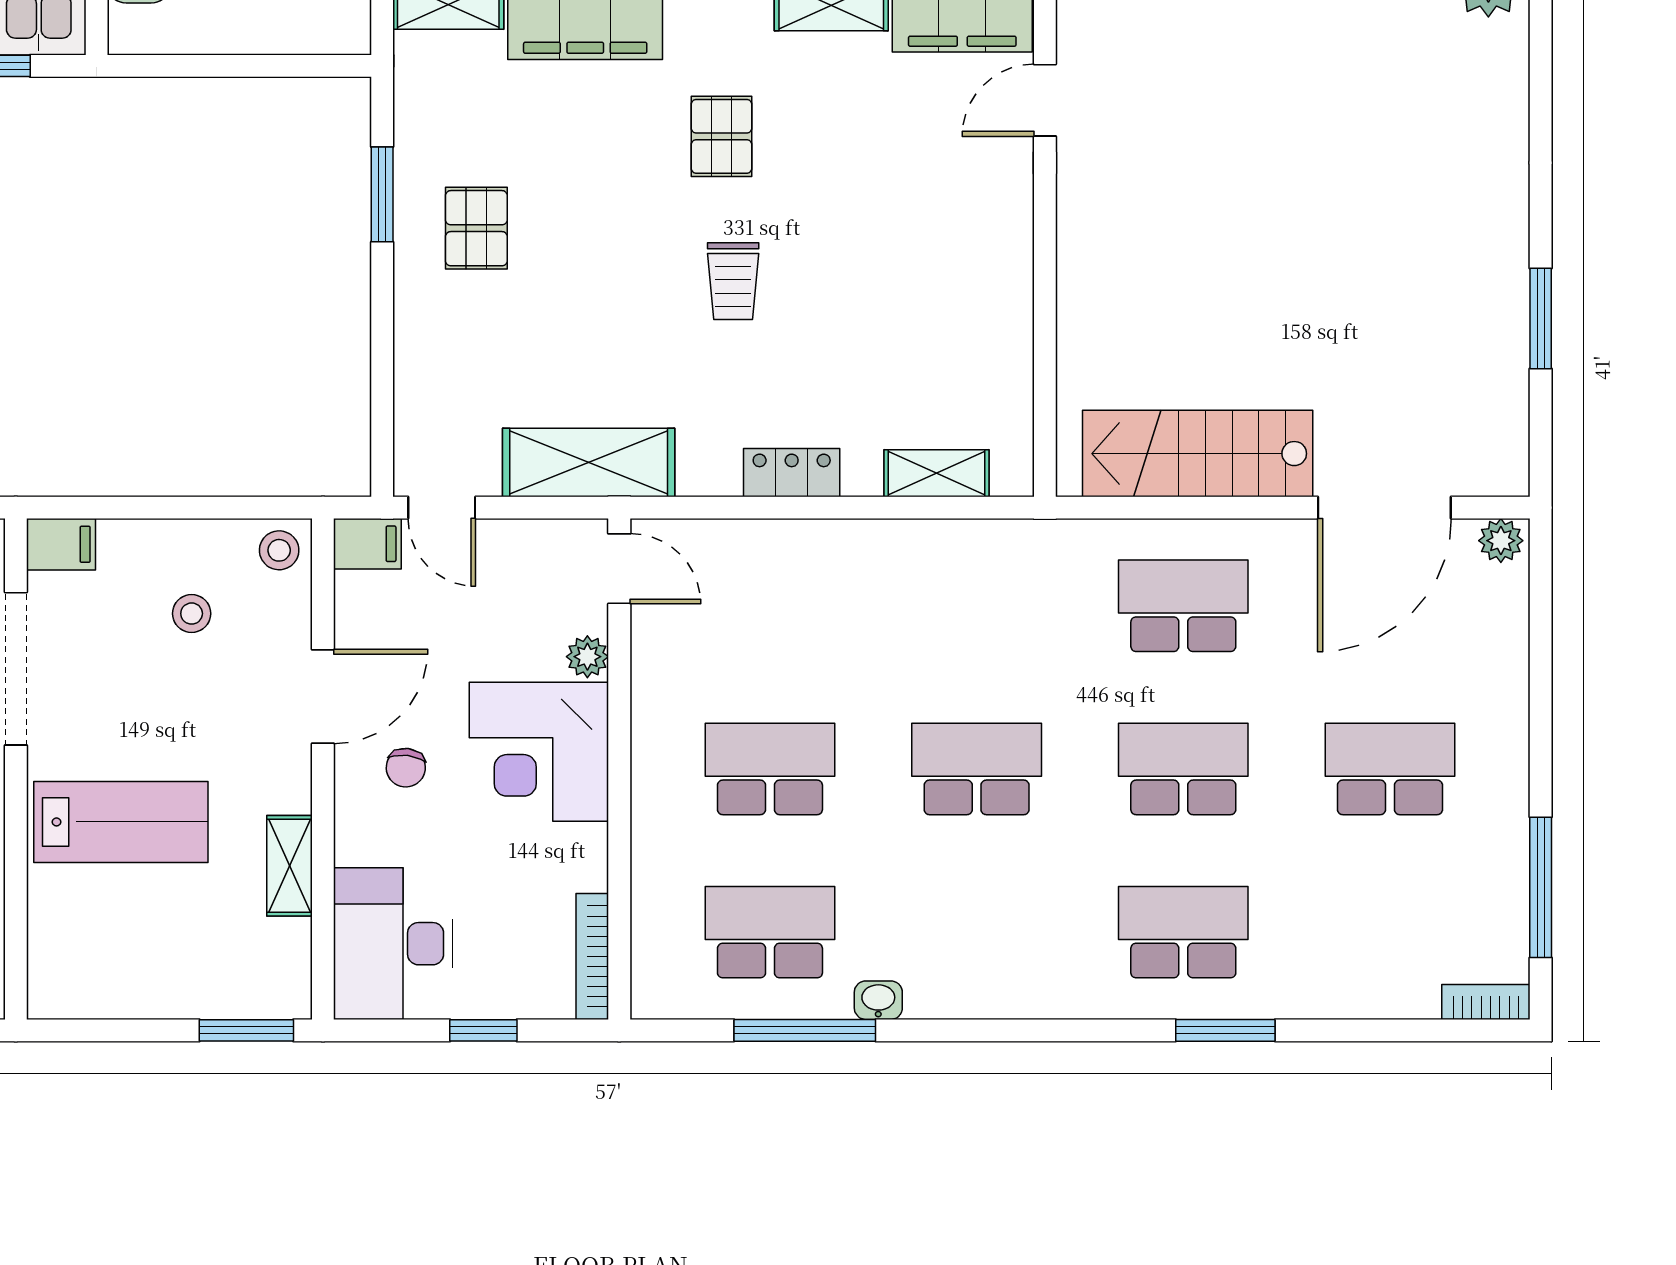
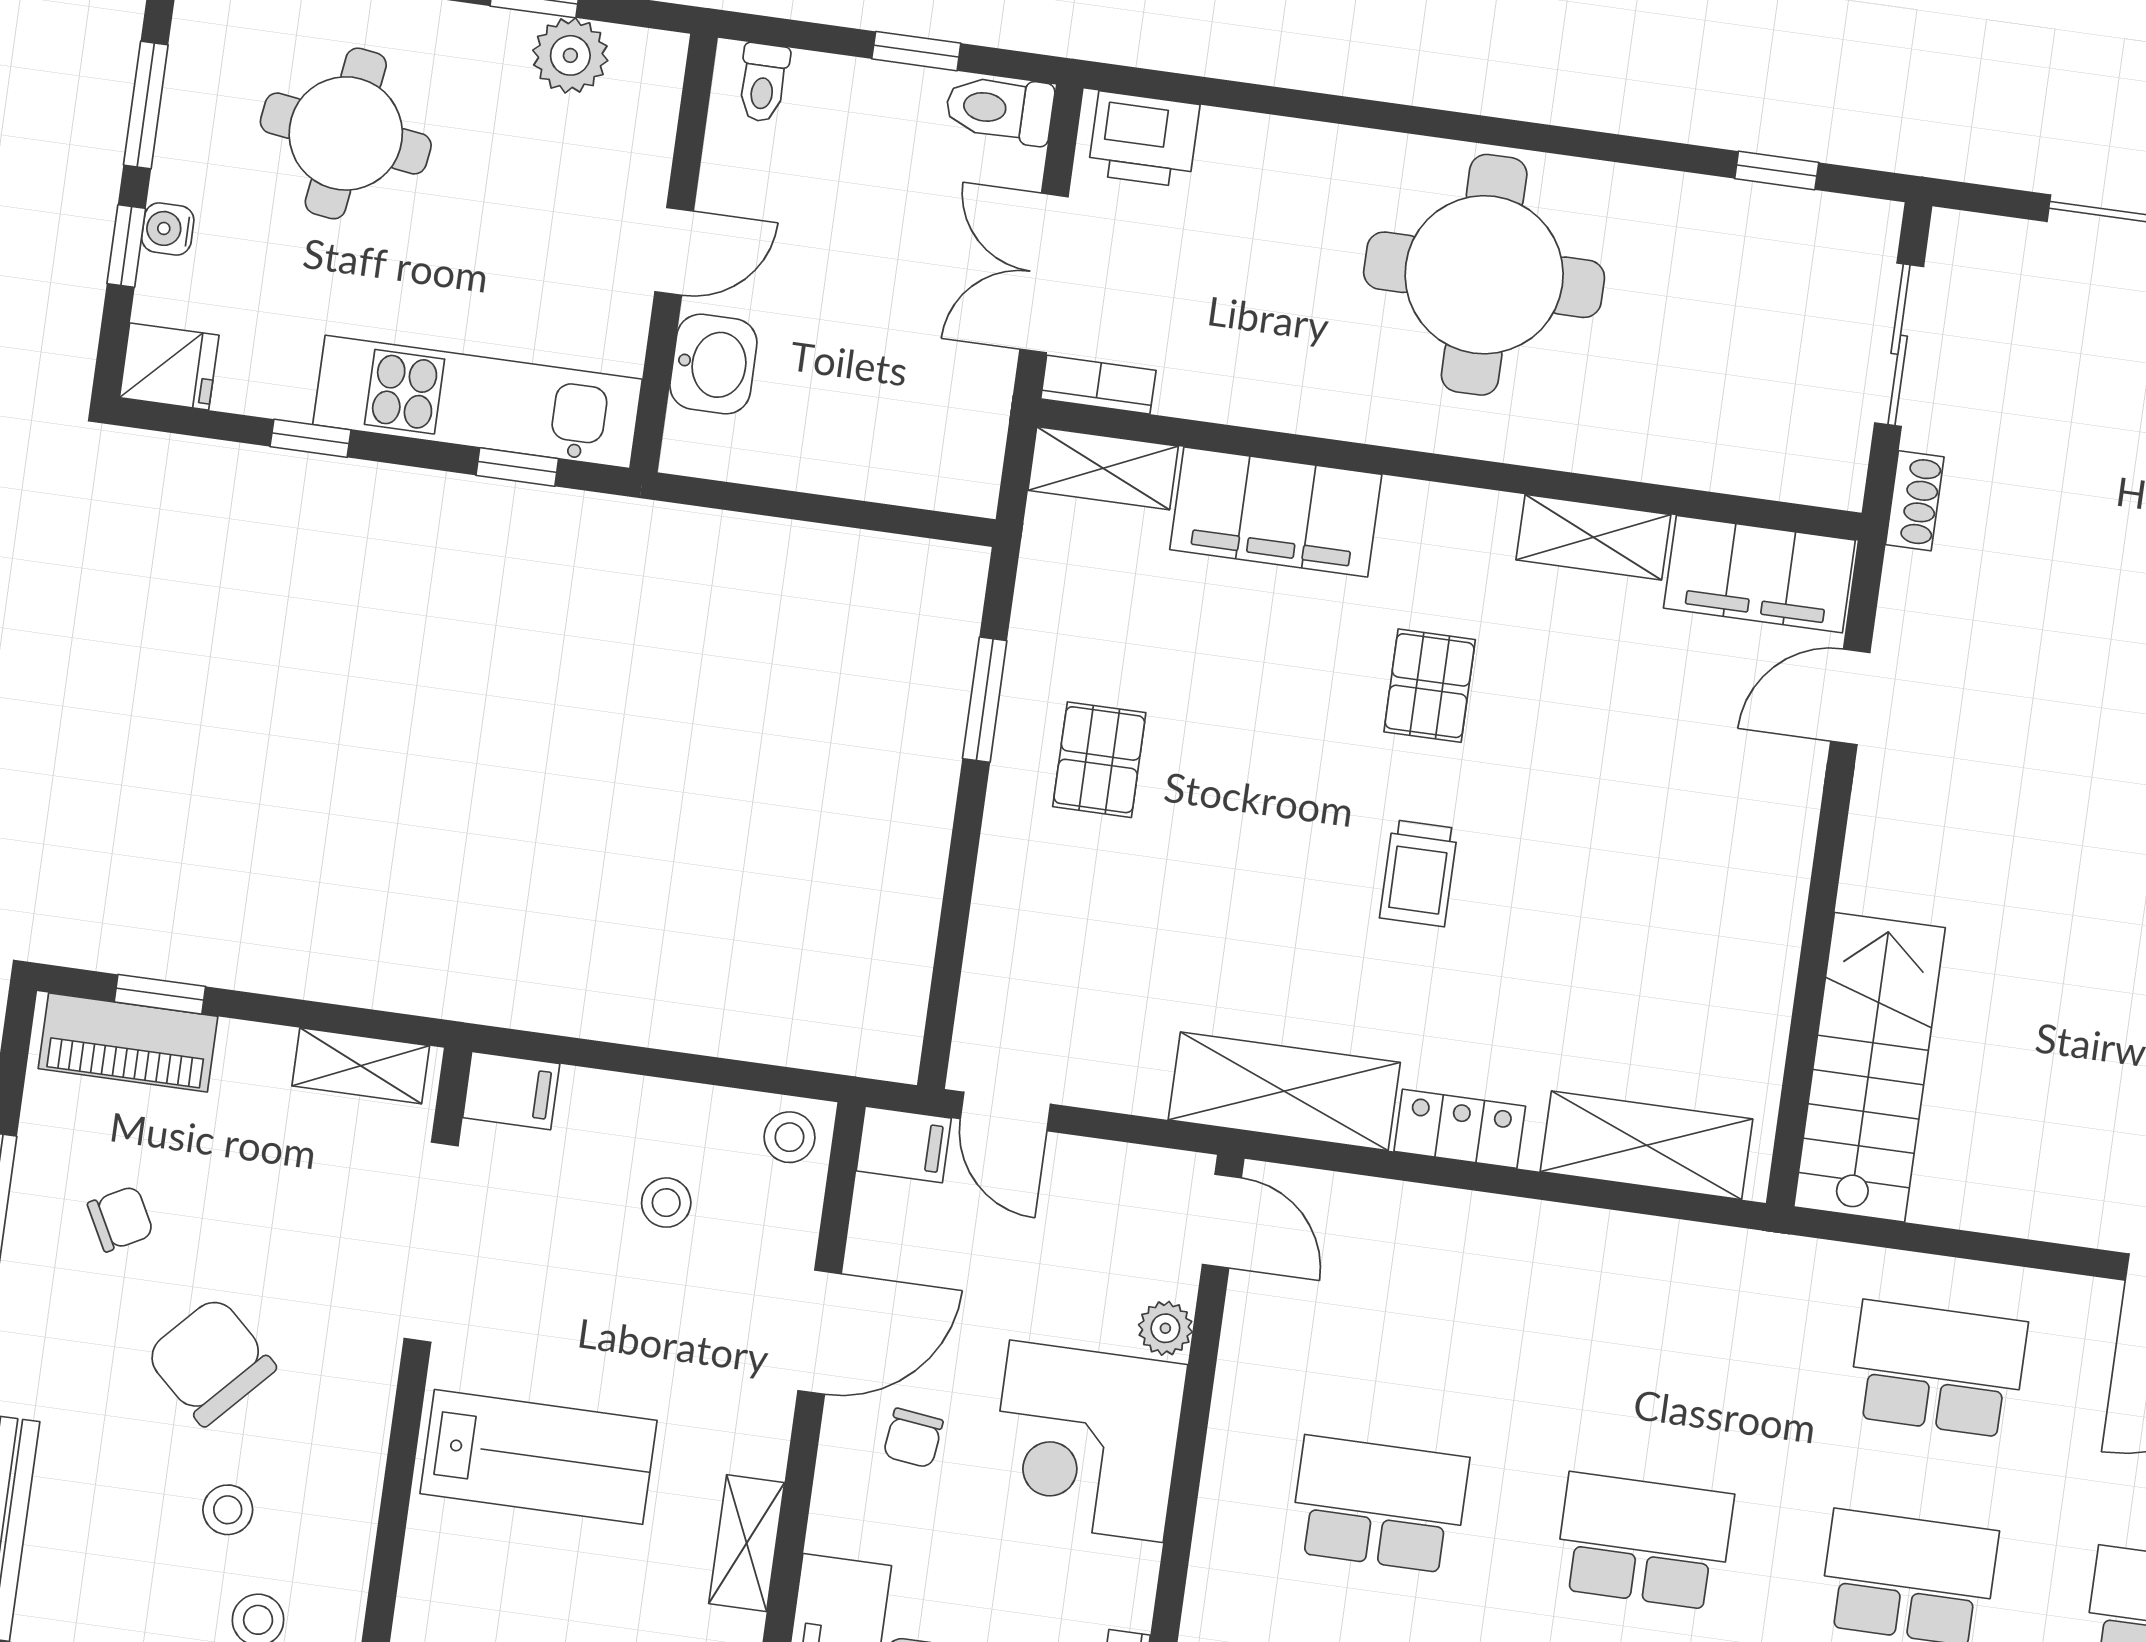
stairs: (1198, 454) -> (1870, 1067), moved, turned 90
shelving: (589, 463) -> (1284, 1091), moved
shelving: (936, 473) -> (1646, 1145), width x1.50, depth x1.33

